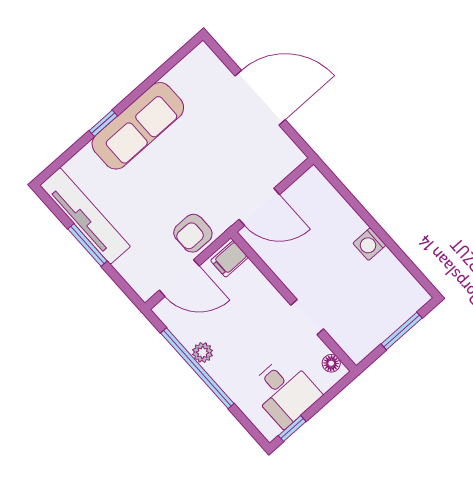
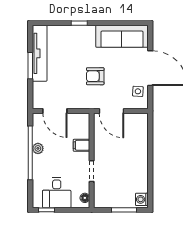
sofa: (138, 126) -> (122, 36), moved
side table: (272, 146) -> (138, 91), added
armchair: (193, 233) -> (95, 76), moved
washing machine: (369, 244) -> (142, 199), moved
filing cabinet: (229, 259) -> (81, 145), moved

